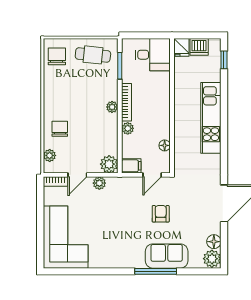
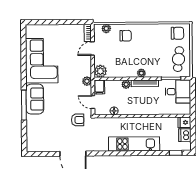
desk: (153, 55) -> (178, 92), moved, turned -90
door: (77, 175) -> (93, 49), hinge flipped
plant: (99, 183) -> (87, 81), moved
armchair: (161, 214) -> (78, 120), moved
corner sofa: (66, 237) -> (42, 61), moved, turned -90
floor lamp: (214, 242) -> (45, 147), removed
sofa: (167, 256) -> (35, 99), moved
plant: (212, 259) -> (33, 145), removed

